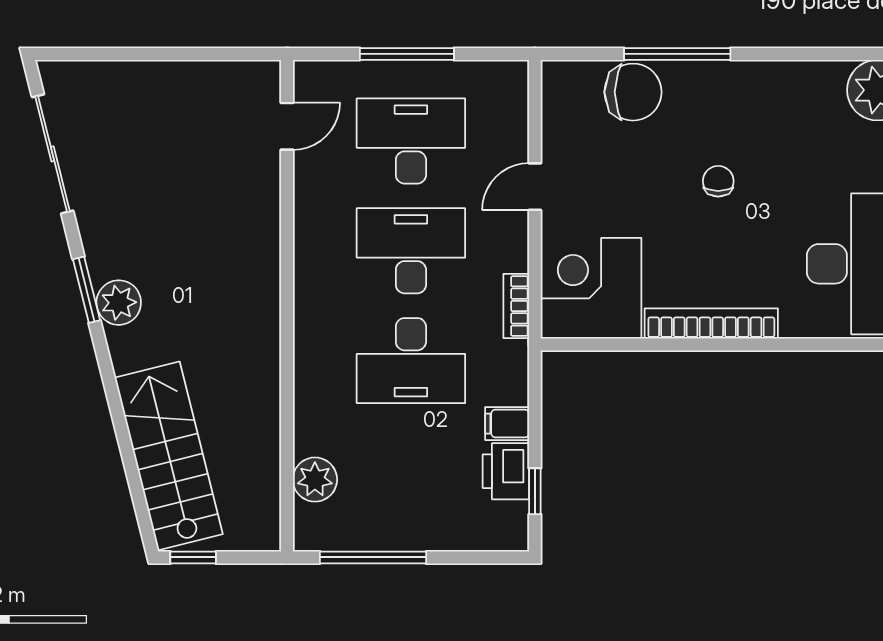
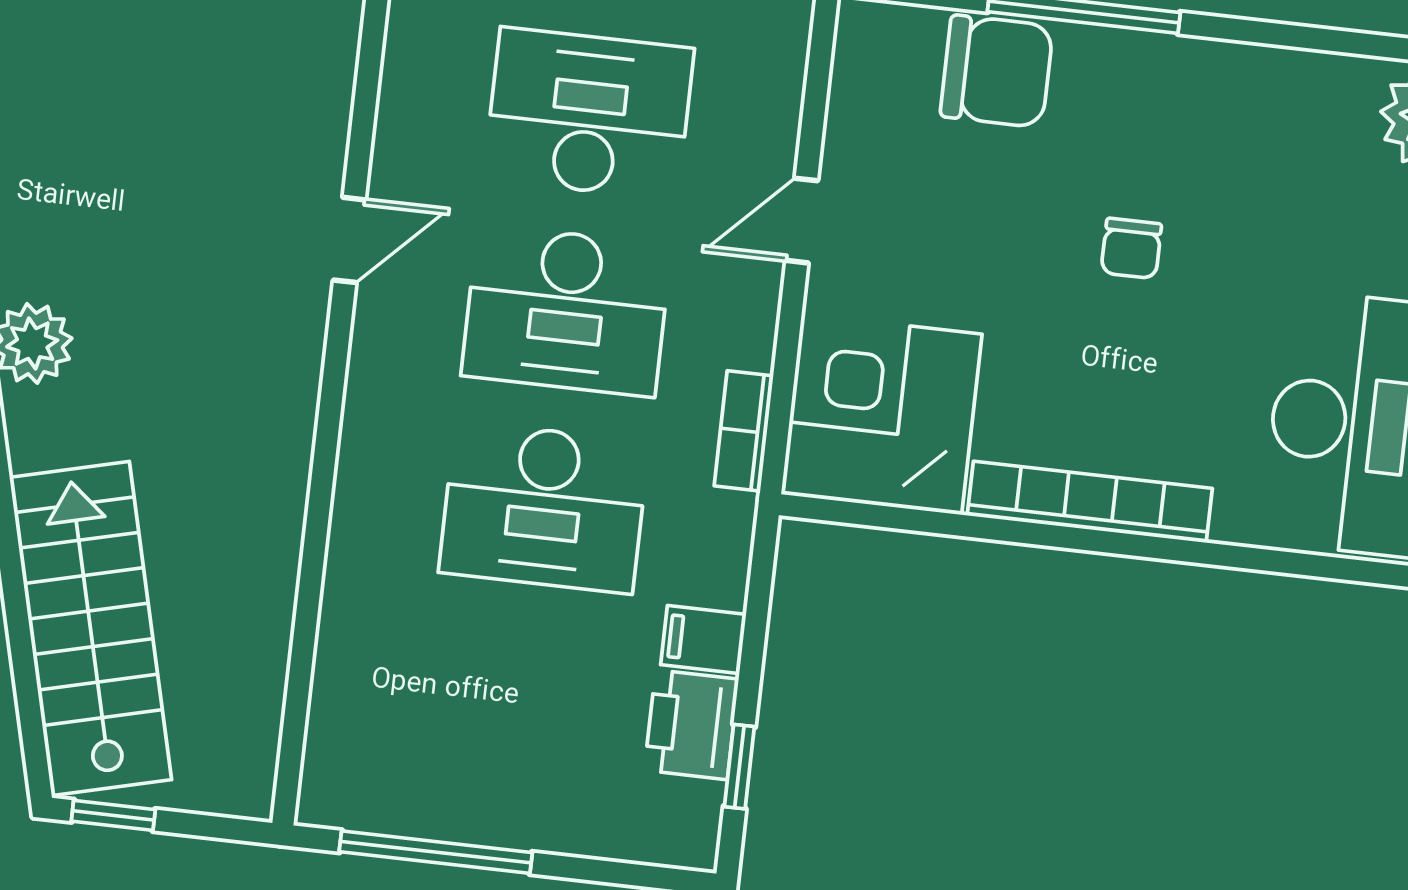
door: (287, 126) -> (349, 240), moved
chair: (718, 181) -> (1131, 248), turned 180
desk: (411, 251) -> (566, 310), turned 180
plant: (315, 480) -> (348, 701), removed

